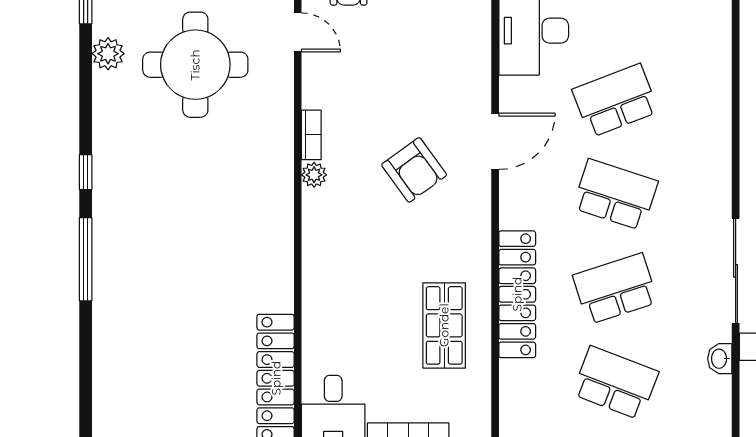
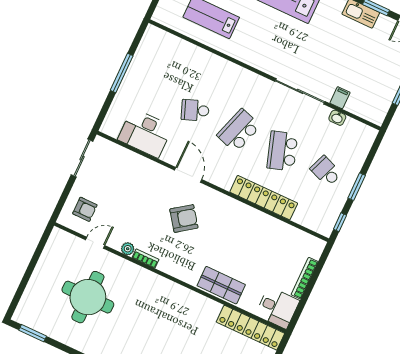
plant: (108, 54) -> (64, 335), removed
school desk: (615, 101) -> (195, 110), width x0.54
plant: (314, 175) -> (128, 249), moved
shop shelf: (444, 325) -> (221, 285), moved
school desk: (615, 383) -> (326, 171), width x0.54

